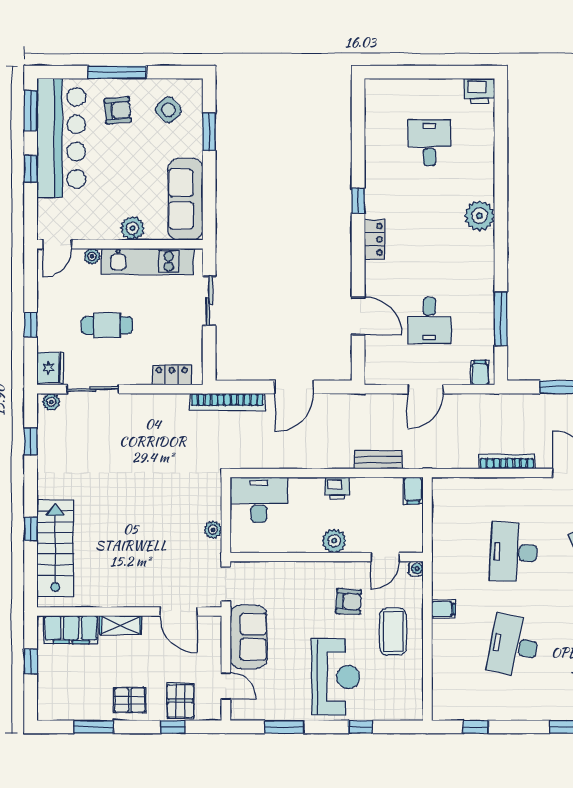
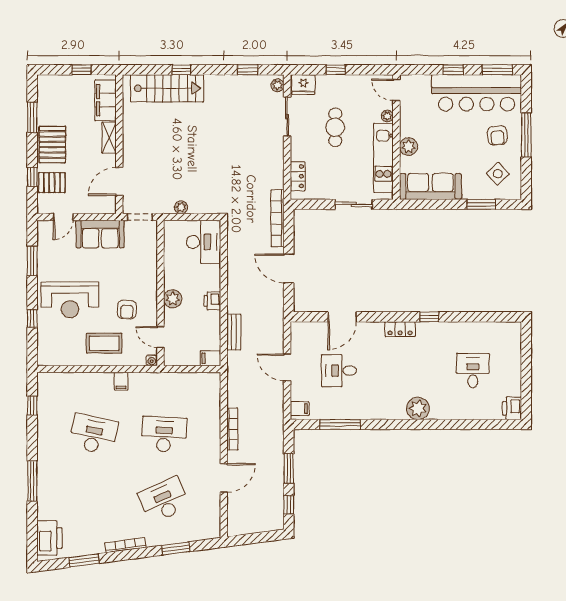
desk: (429, 143) -> (473, 371), turned -90
pallet: (130, 700) -> (52, 144), width x1.50, depth x1.42

